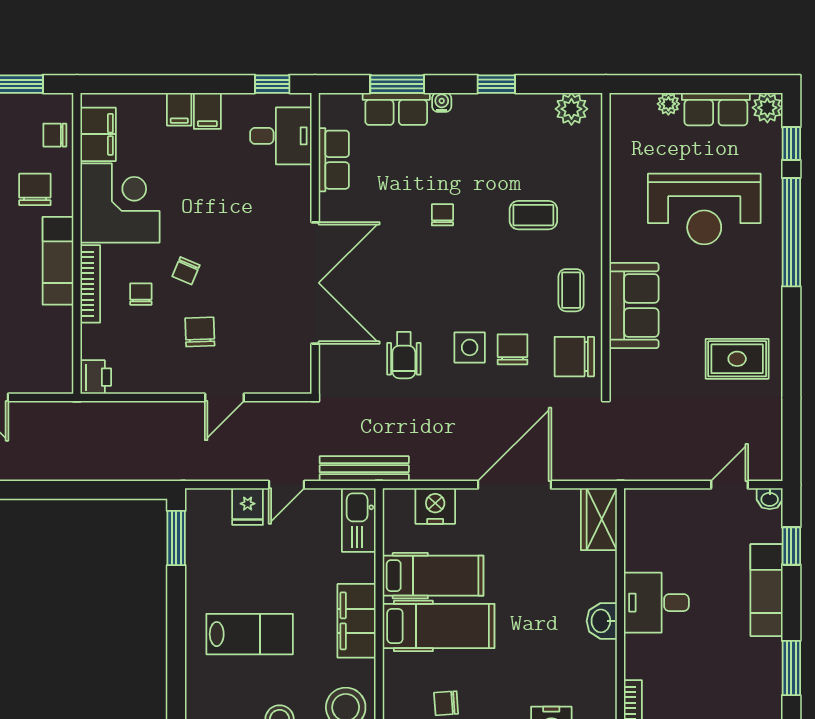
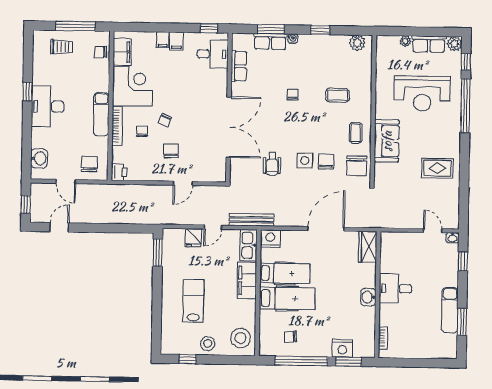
chair: (35, 189) -> (89, 164), moved
chair: (574, 357) -> (357, 166), turned -90
door: (729, 485) -> (433, 231), hinge flipped
nightstand: (435, 506) -> (270, 239), moved
exam couch: (767, 590) -> (450, 310), moved
filing cabinet: (357, 621) -> (247, 280), moved
lab bench: (250, 634) -> (193, 301), turned -90

